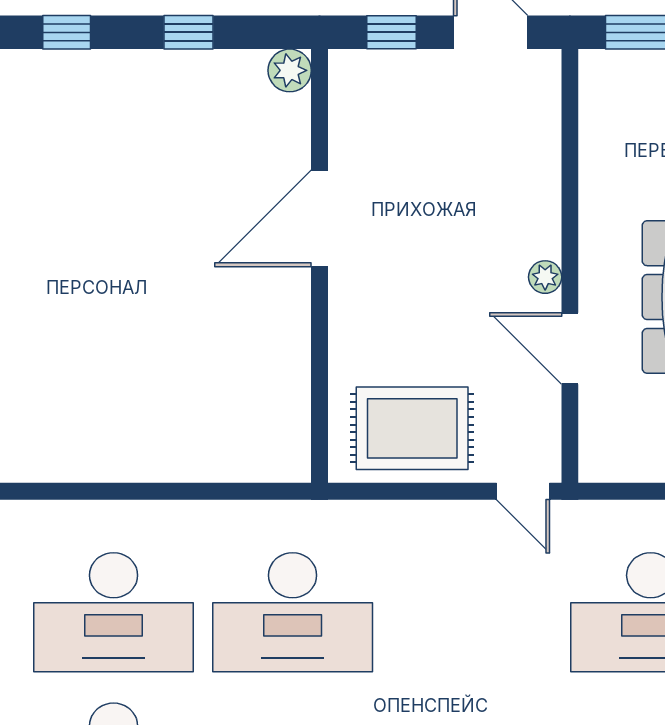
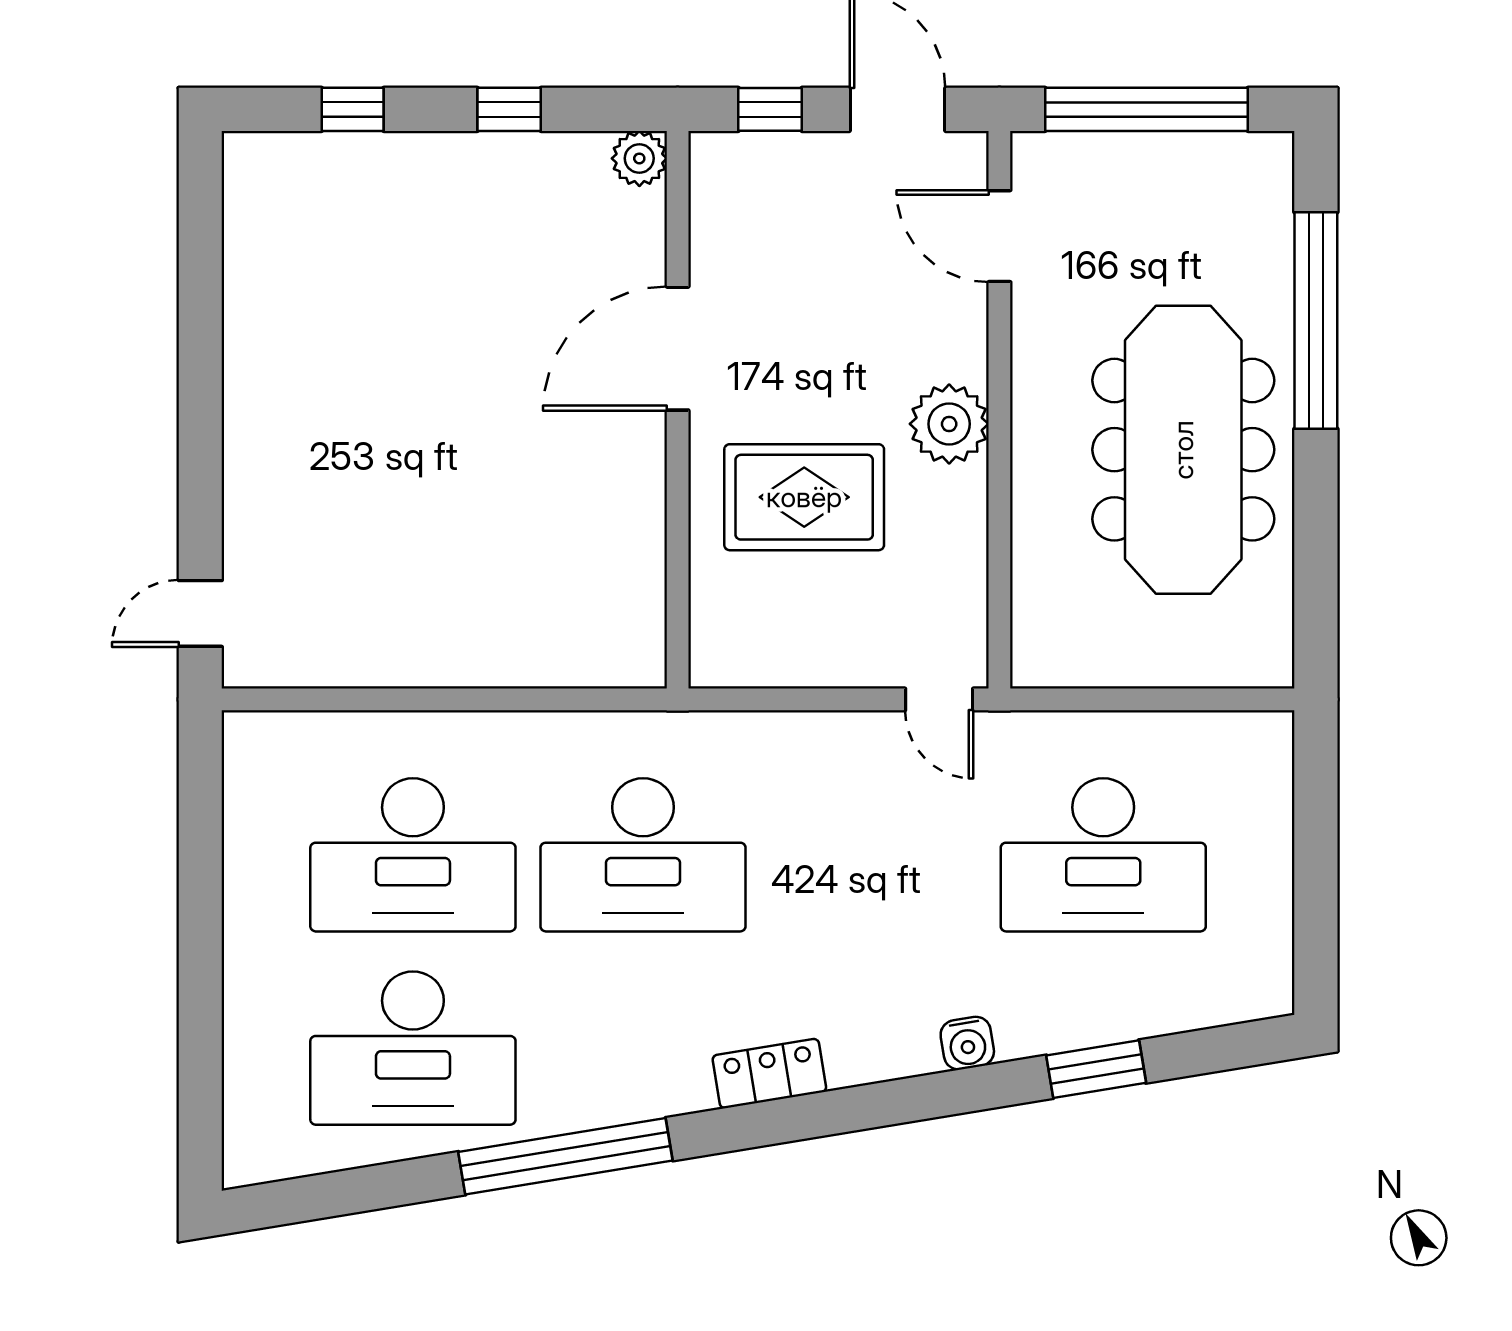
plant: (545, 277) -> (949, 424), width x1.87, depth x1.87
door: (570, 348) -> (999, 236), moved
rug: (412, 428) -> (804, 497), moved

